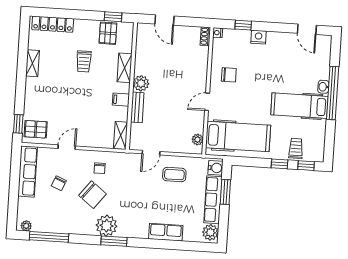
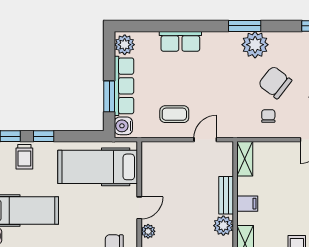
plant: (198, 140) -> (148, 231), moved

